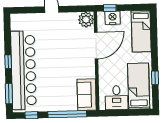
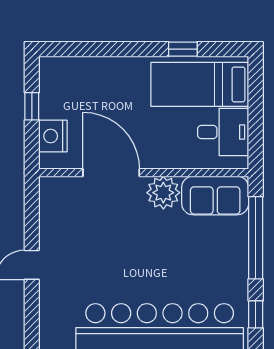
window: (110, 8) -> (32, 106), moved
plant: (86, 20) -> (163, 193), moved
bed: (141, 31) -> (83, 76), removed

